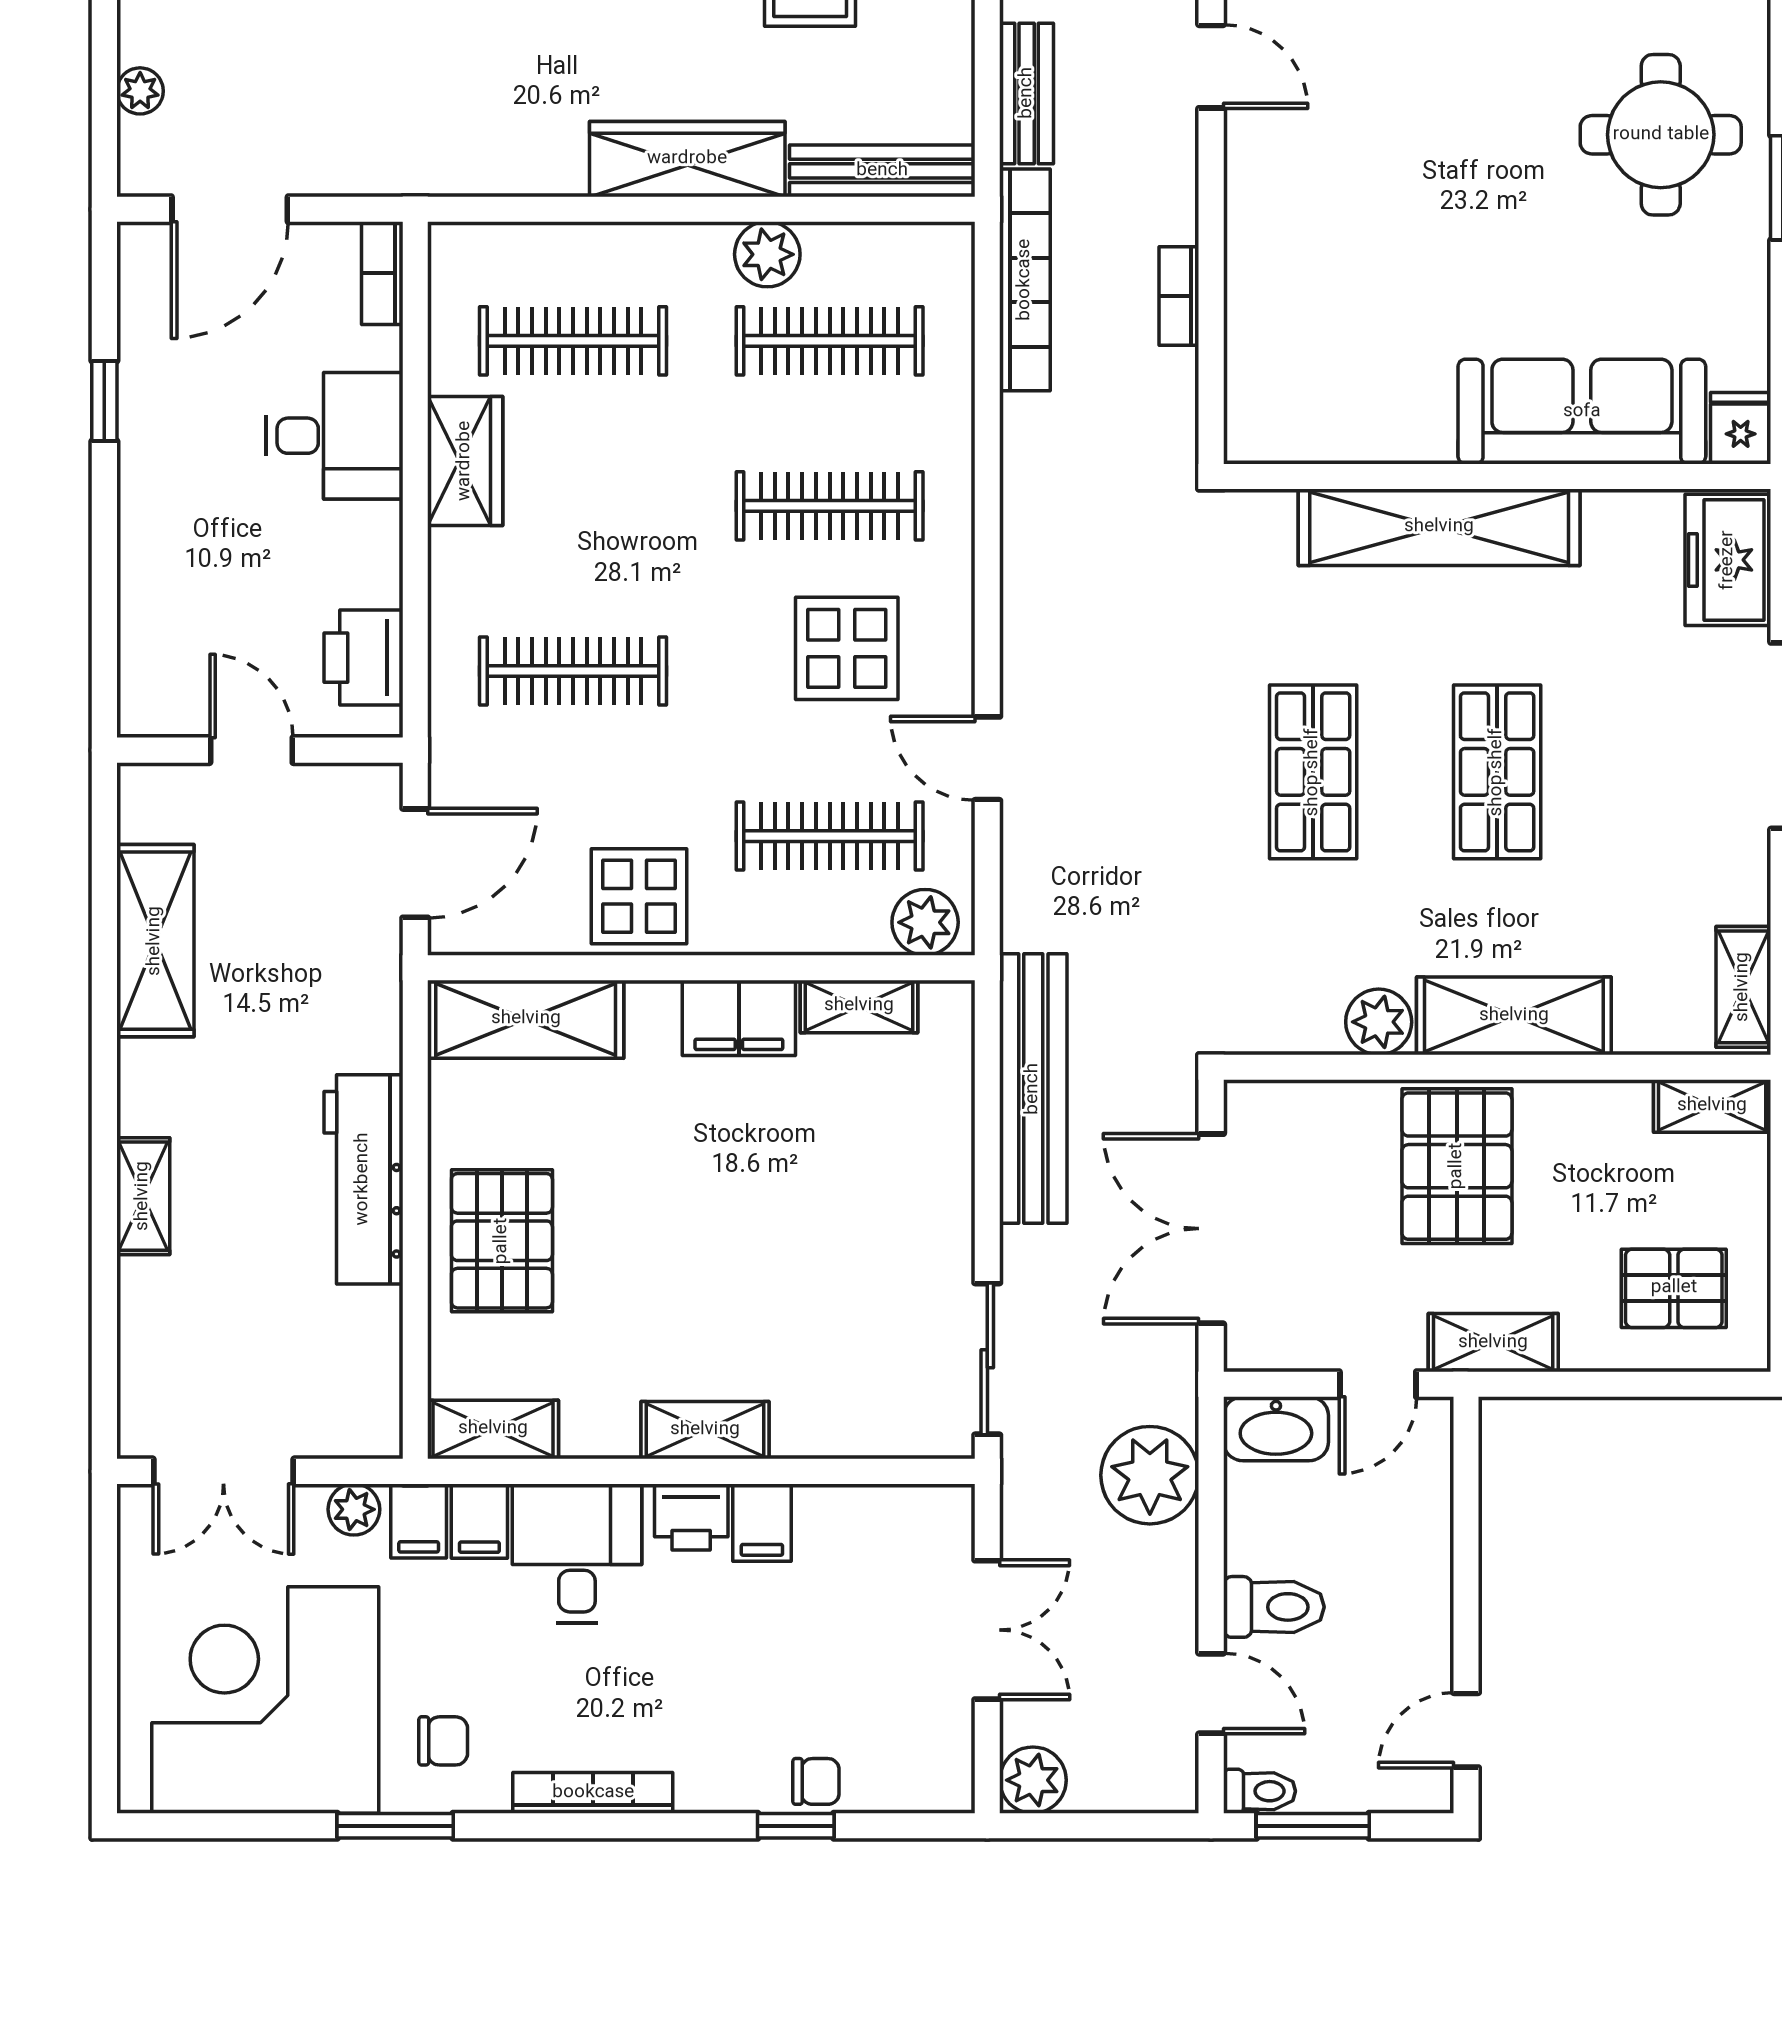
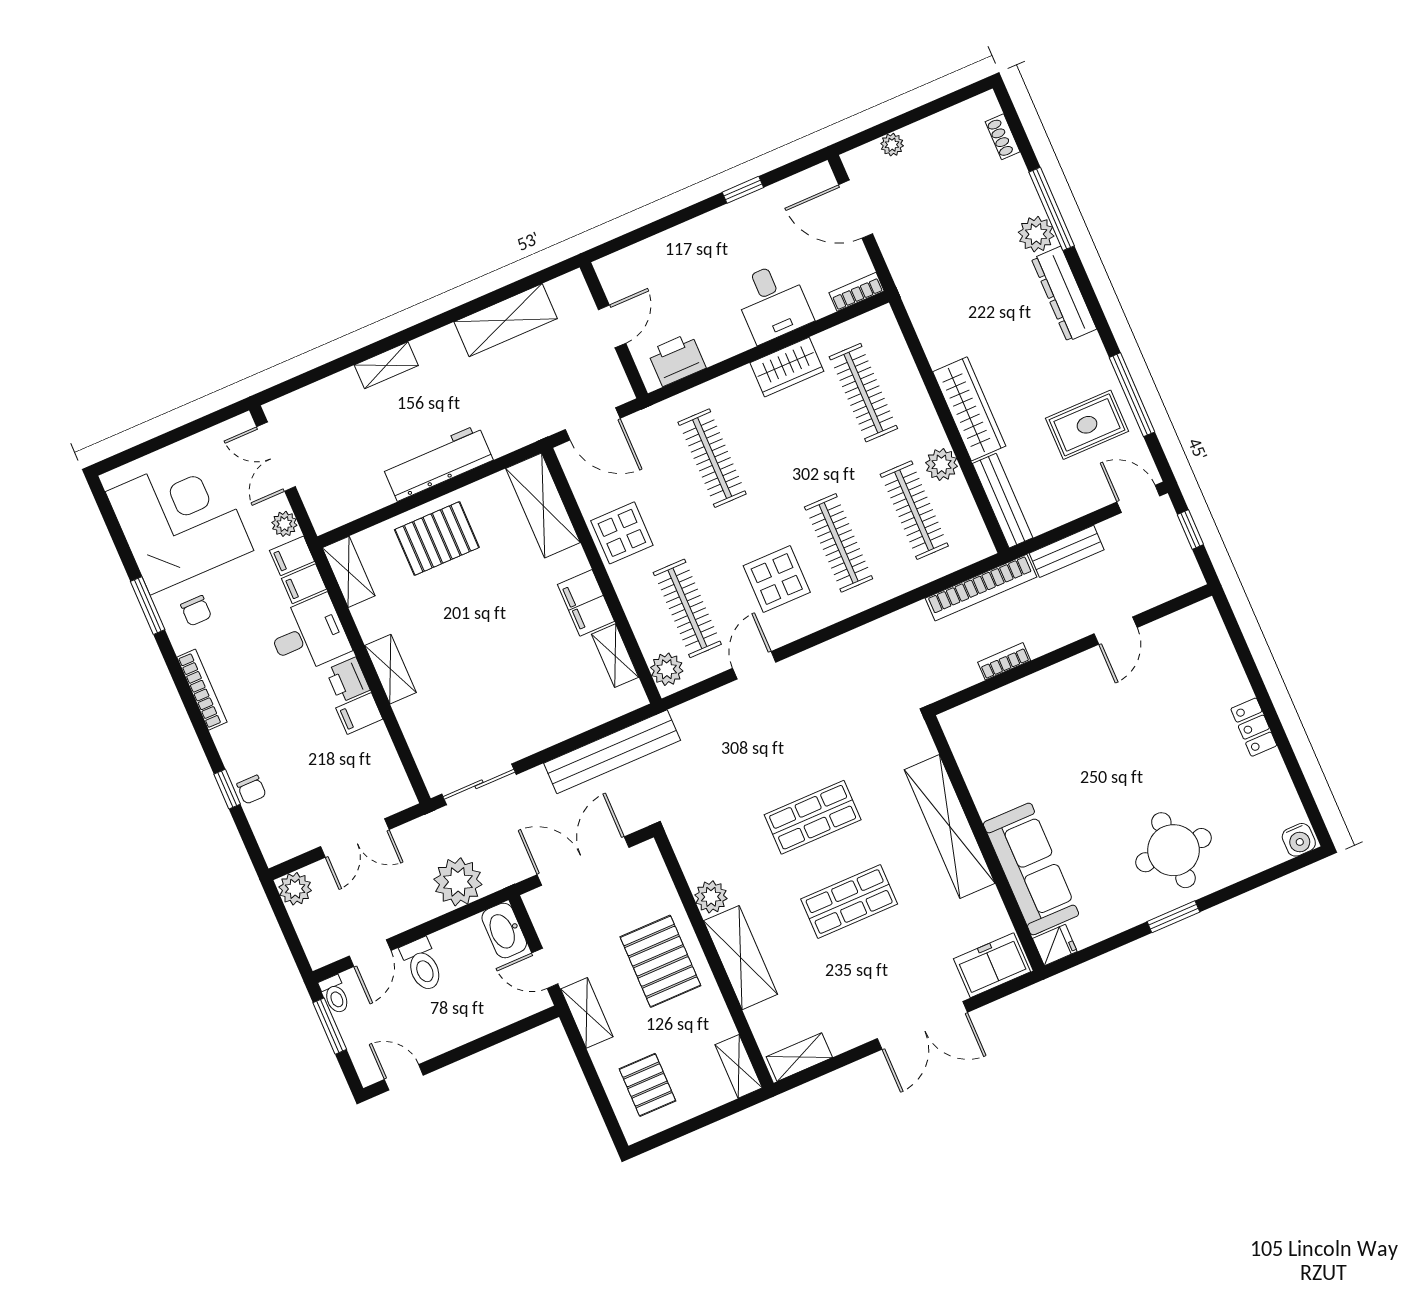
pallet: (1457, 1166) -> (660, 961), turned 90

